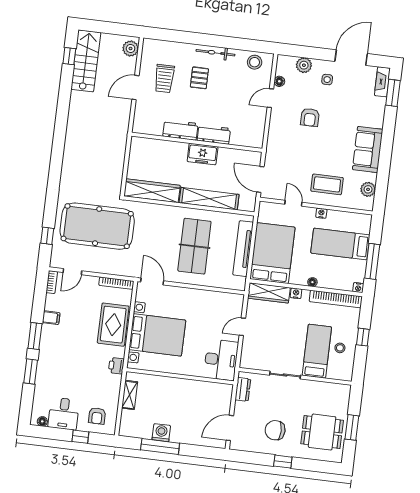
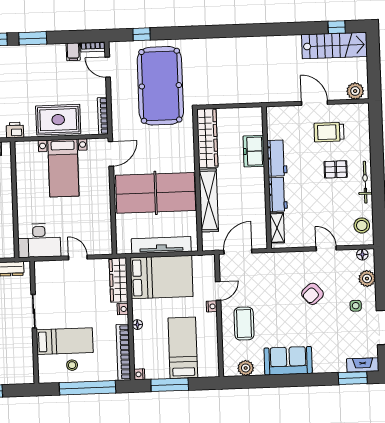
floor lamp: (279, 81) -> (362, 255), moved
armchair: (310, 117) -> (312, 294), turned -42
shelving: (244, 140) -> (277, 228), added
freezer: (203, 154) -> (254, 151), moved
nightstand: (321, 213) -> (212, 306), moved
table tennis table: (194, 246) -> (156, 193), width x1.36, depth x1.32
filing cabinet: (51, 318) -> (73, 52), moved
bed with nightstands: (157, 335) -> (63, 168), width x0.73
window: (363, 337) -> (87, 388), width x3.17

